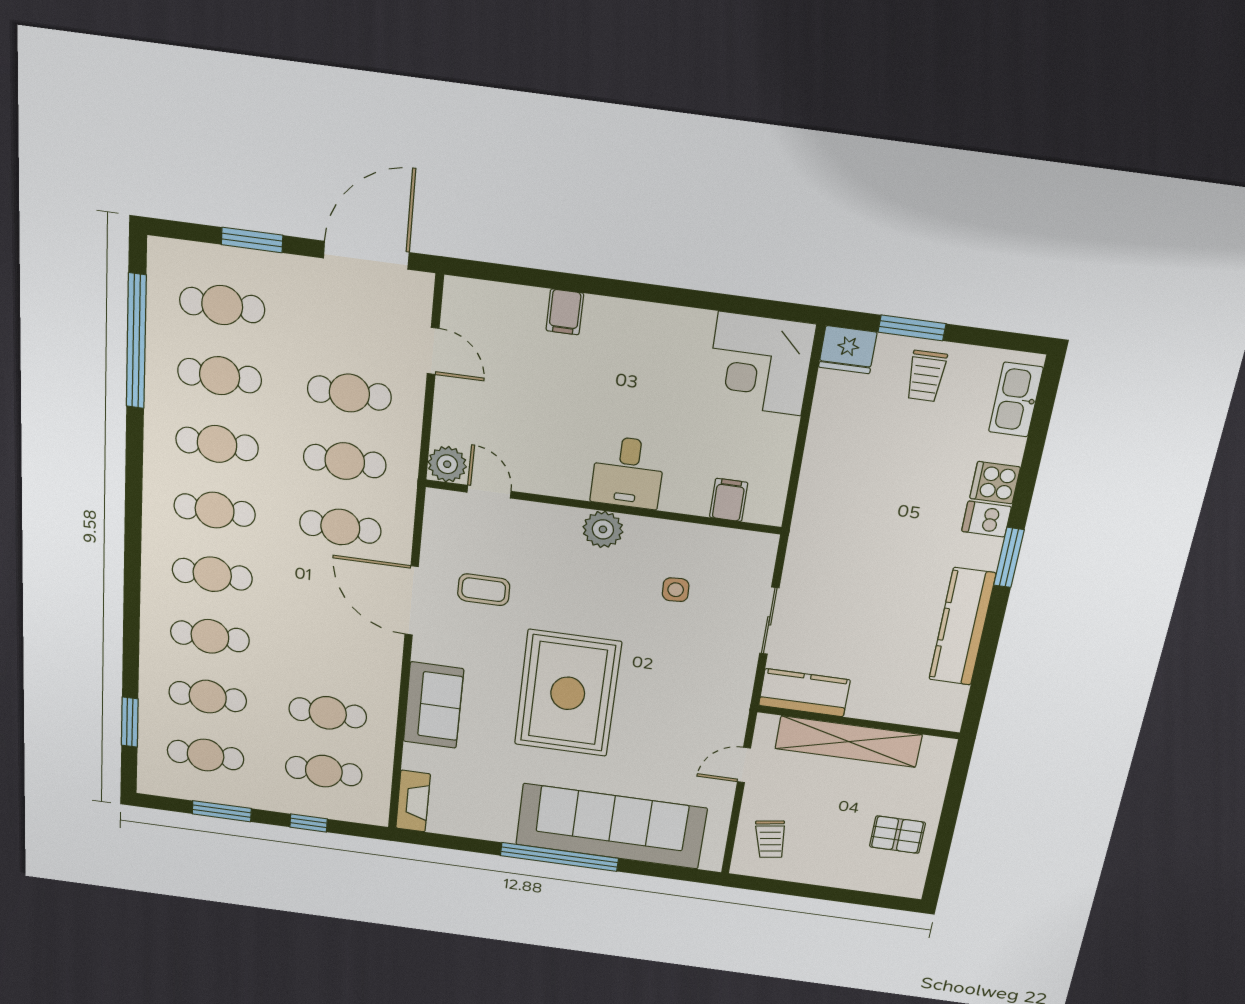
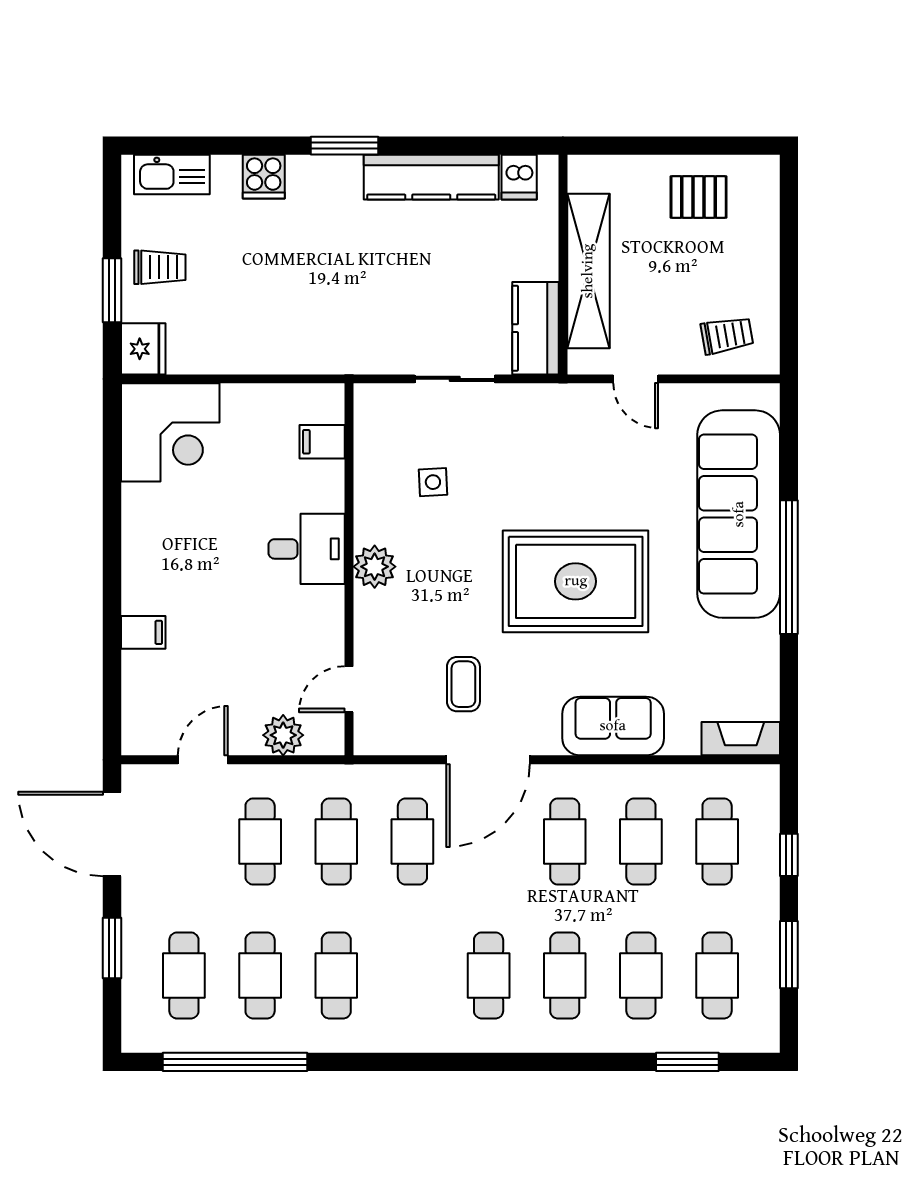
plant: (447, 464) -> (283, 735), moved
cafe table: (215, 510) -> (565, 841), moved
dishwasher: (986, 519) -> (519, 177), moved
pallet: (897, 835) -> (699, 197), turned 90

